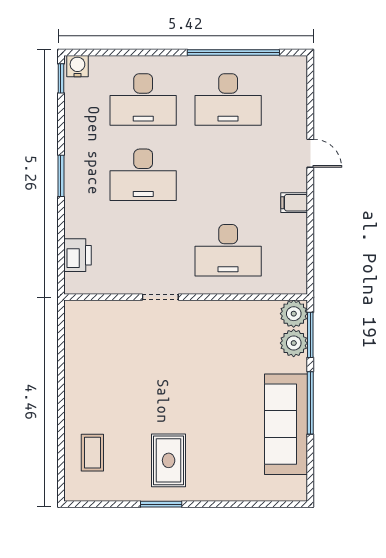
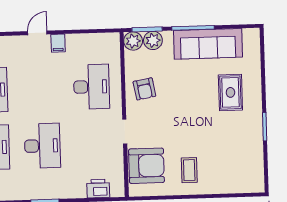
door: (310, 153) -> (37, 33), moved
armchair: (109, 328) -> (146, 166), added
armchair: (222, 328) -> (144, 89), added
coffee table: (92, 453) -> (189, 170), moved, turned 90
rug: (169, 460) -> (230, 92), moved, turned 90

